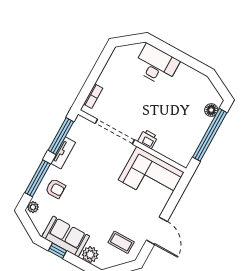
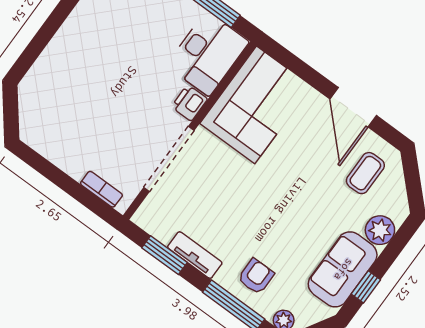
desk: (156, 65) -> (208, 54), moved, turned 180
window: (61, 136) -> (165, 255), width x0.69
door: (157, 231) -> (353, 107), swing flipped

